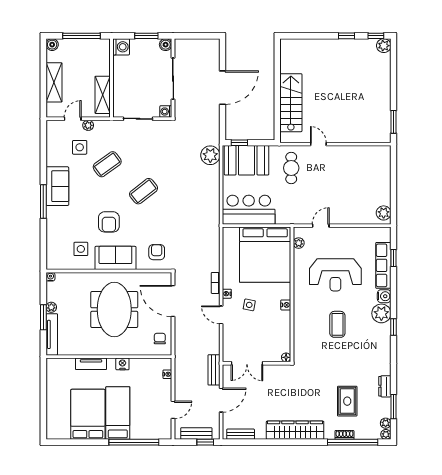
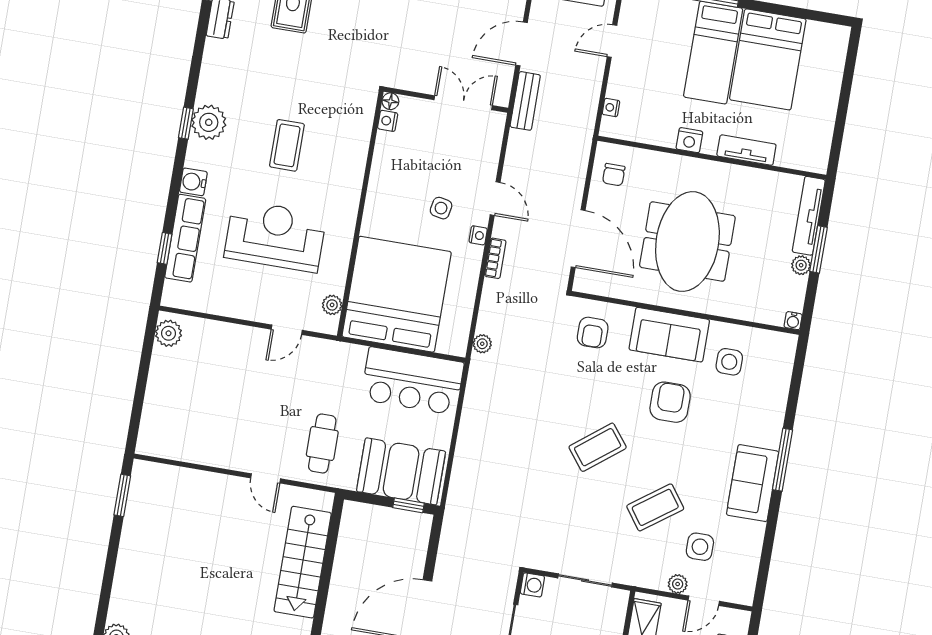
plant: (210, 155) -> (482, 344), moved, width x0.53, depth x0.53
nightstand: (286, 305) -> (388, 121), moved
plant: (381, 313) -> (209, 122), moved

